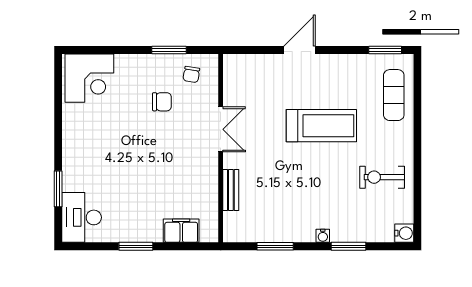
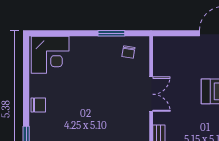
chair: (162, 102) -> (38, 105), moved

